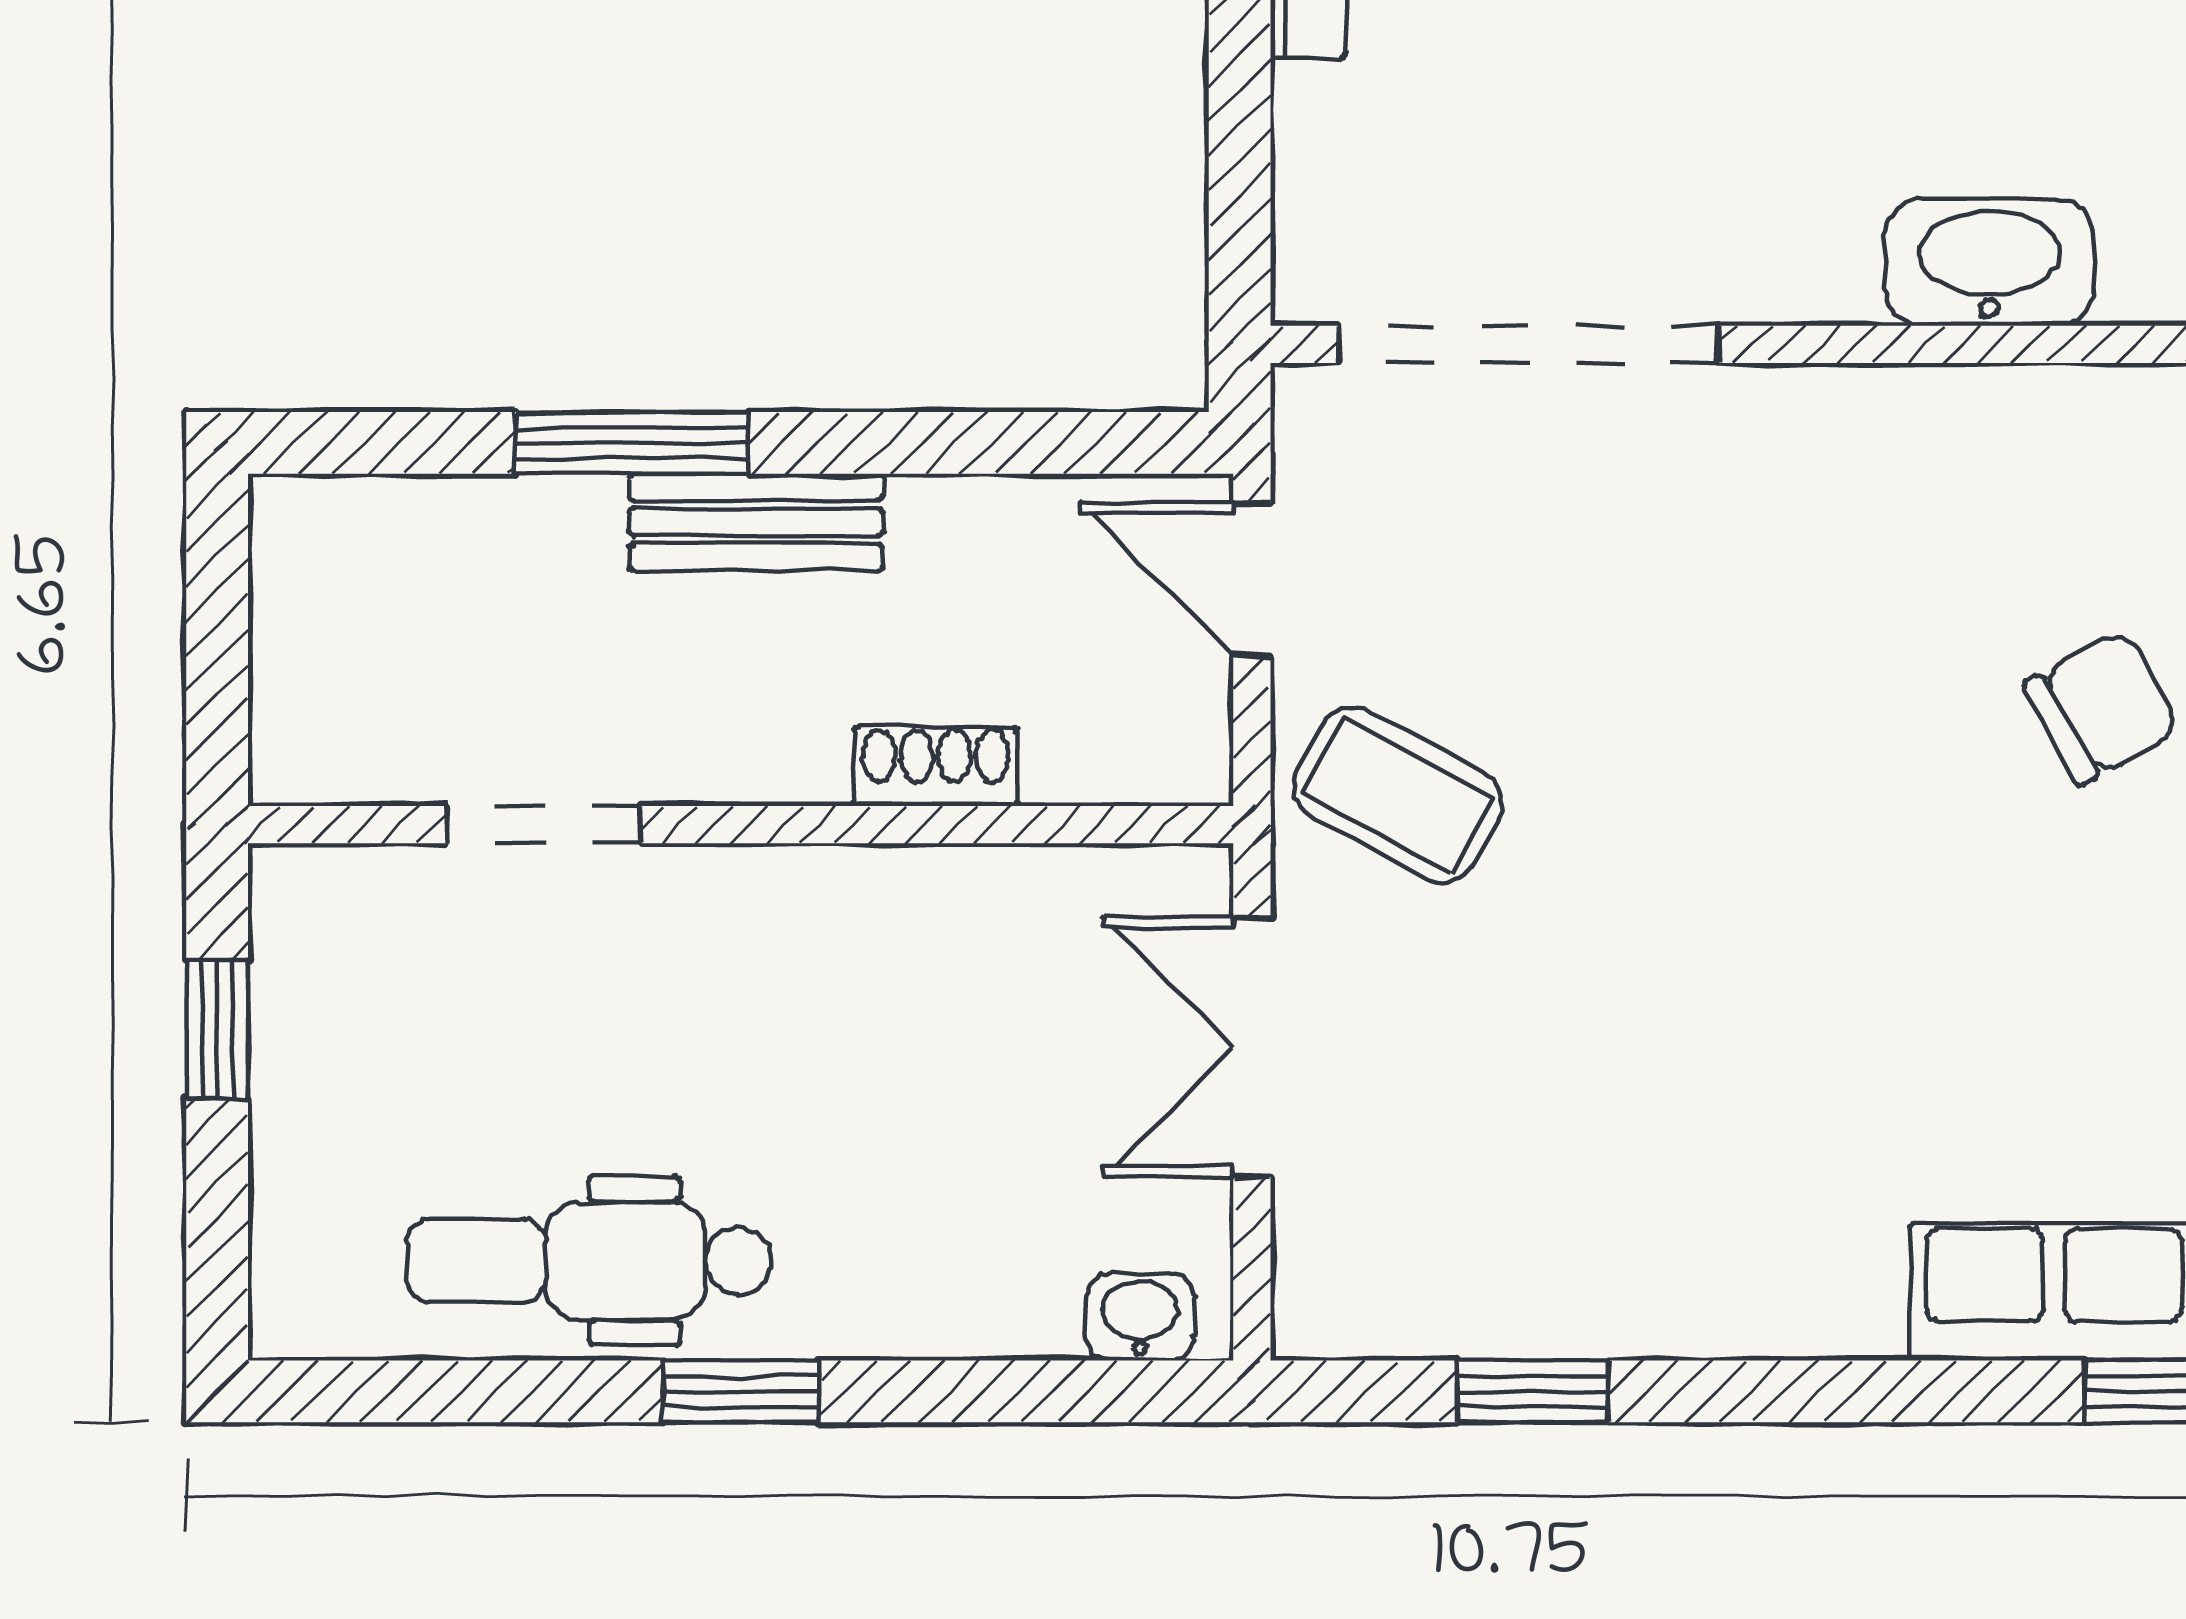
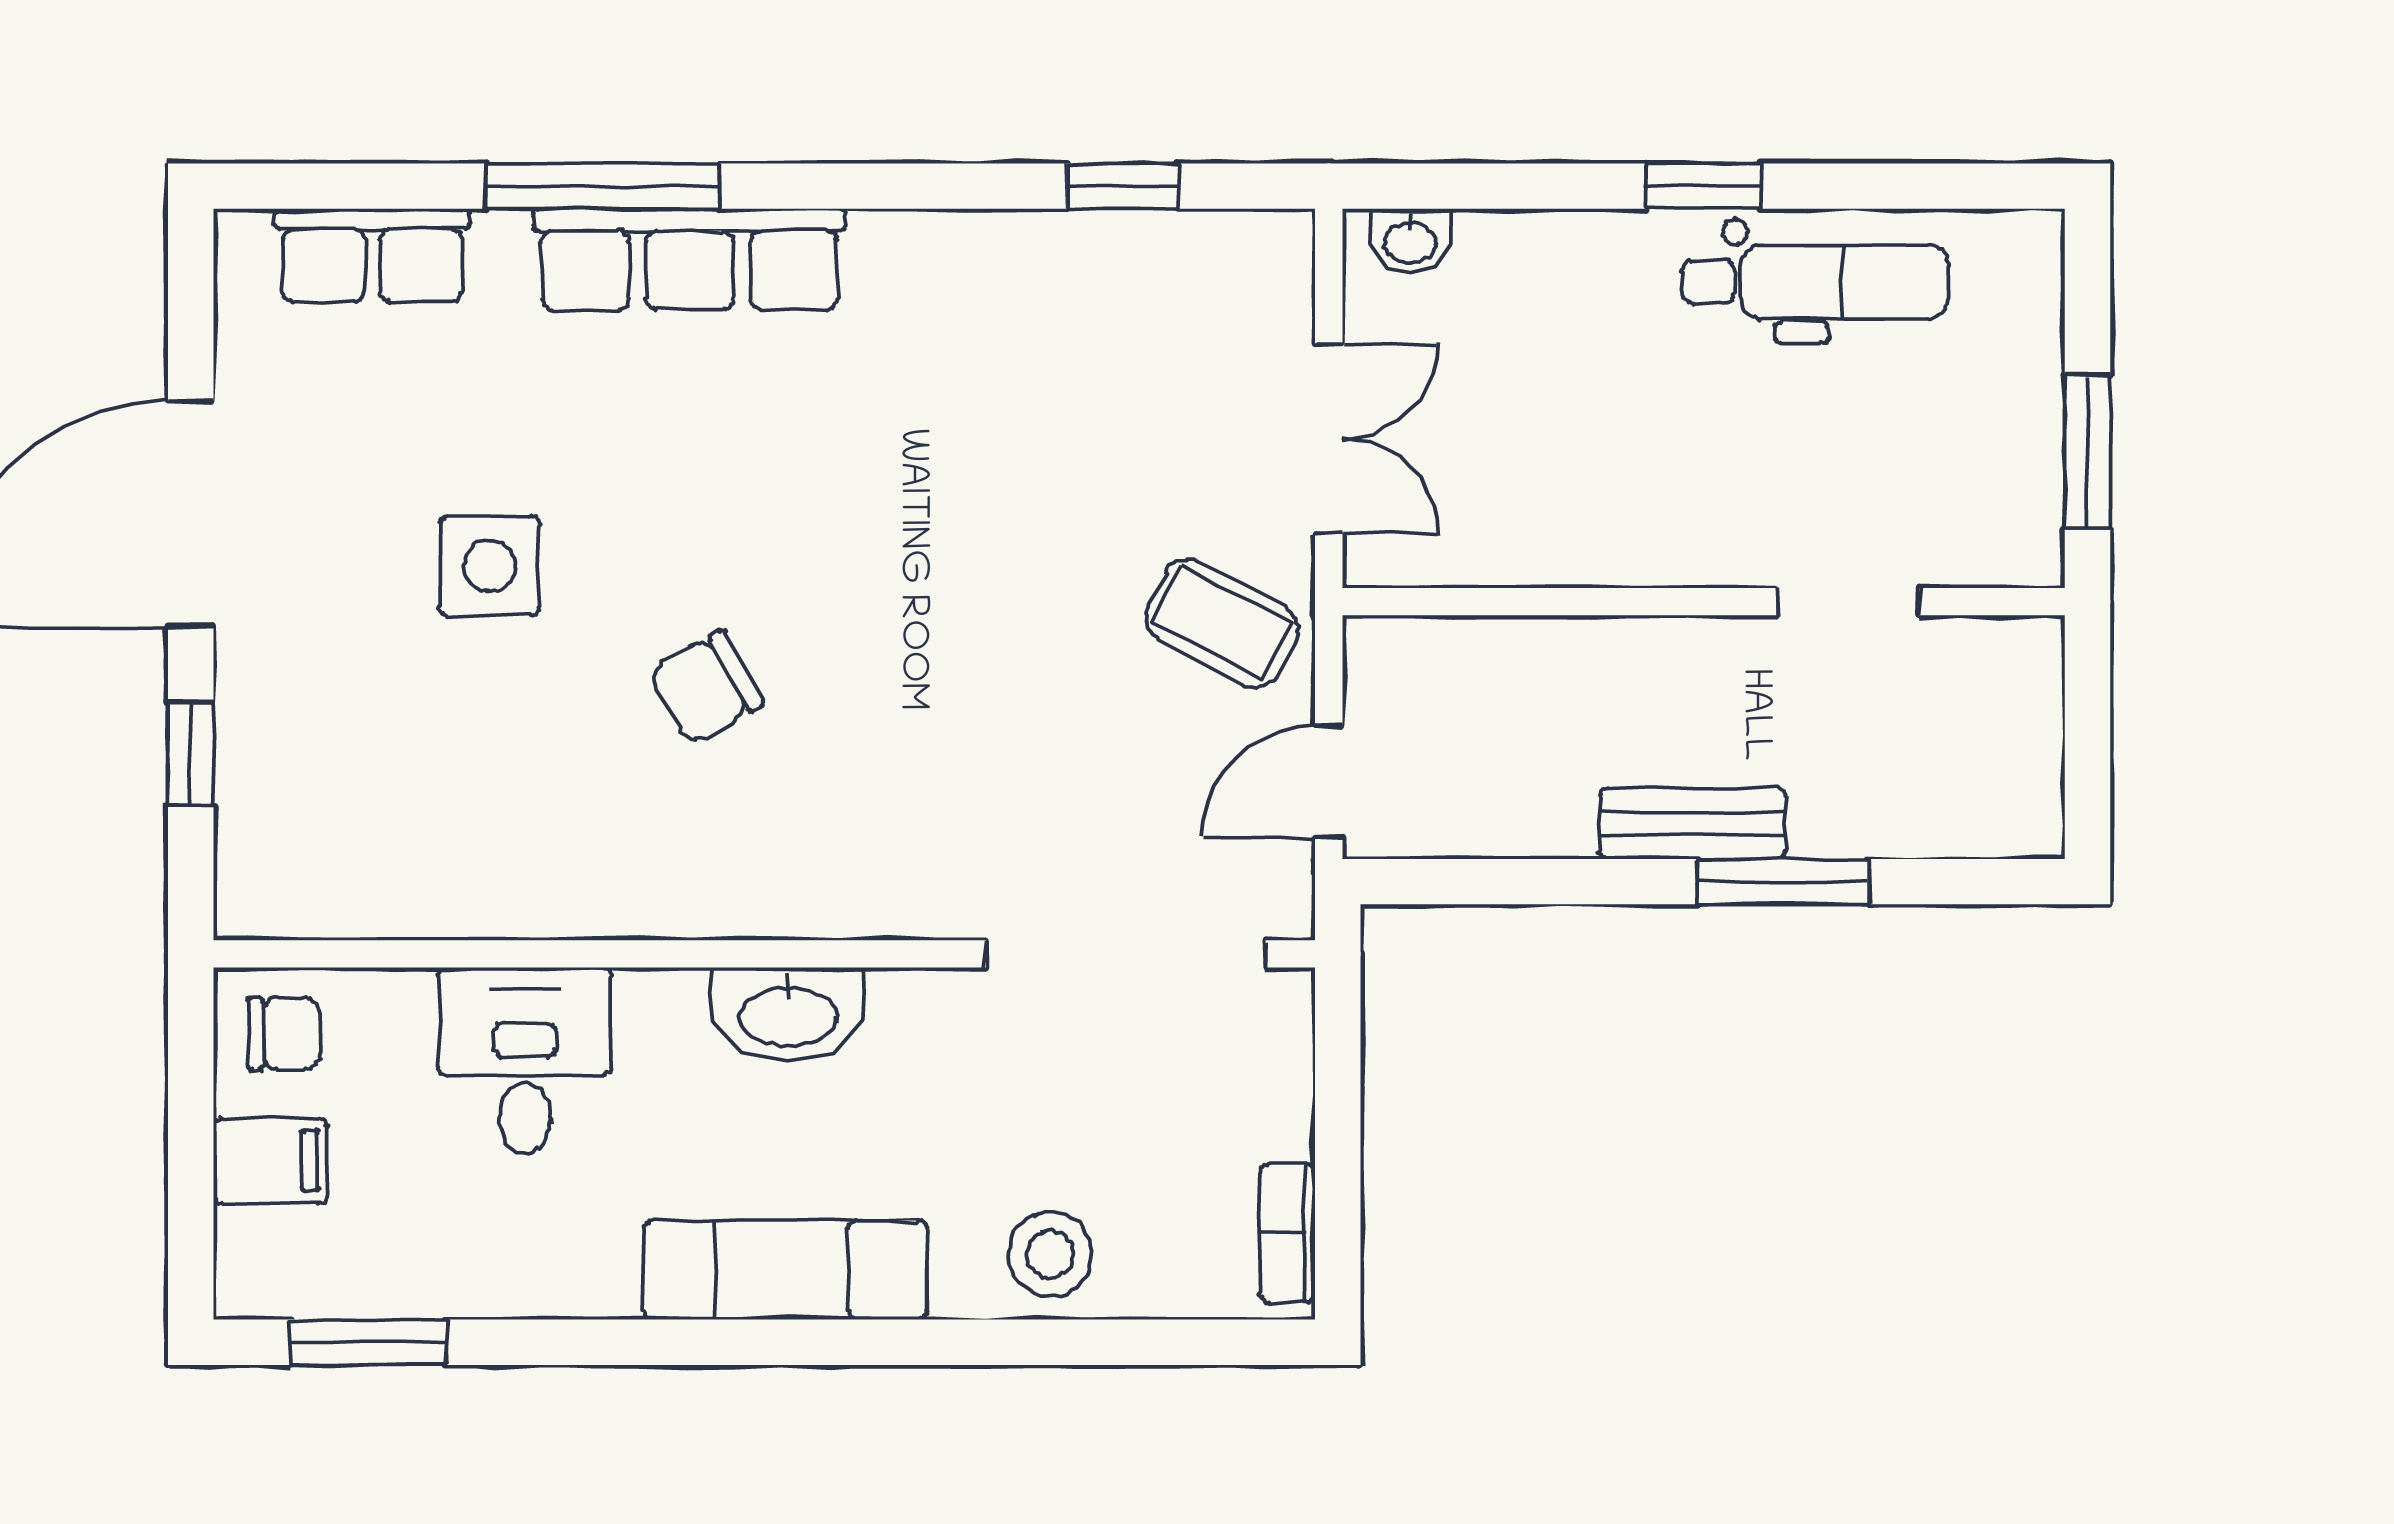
door: (1252, 579) -> (1329, 781), swing flipped
shoe rack: (936, 766) -> (1561, 644), removed
window: (217, 1029) -> (2087, 452), width x1.50

